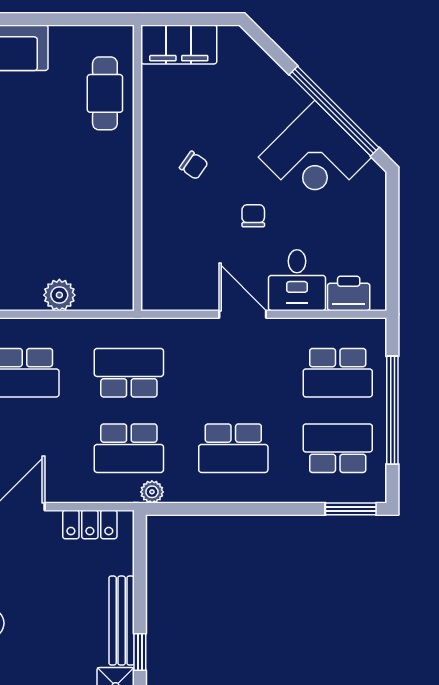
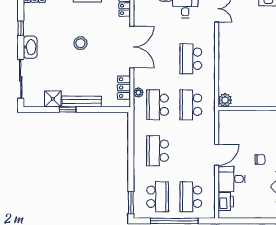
plant: (59, 295) -> (225, 100), moved
school desk: (129, 373) -> (191, 105), turned 180
plant: (152, 492) -> (138, 92), moved

